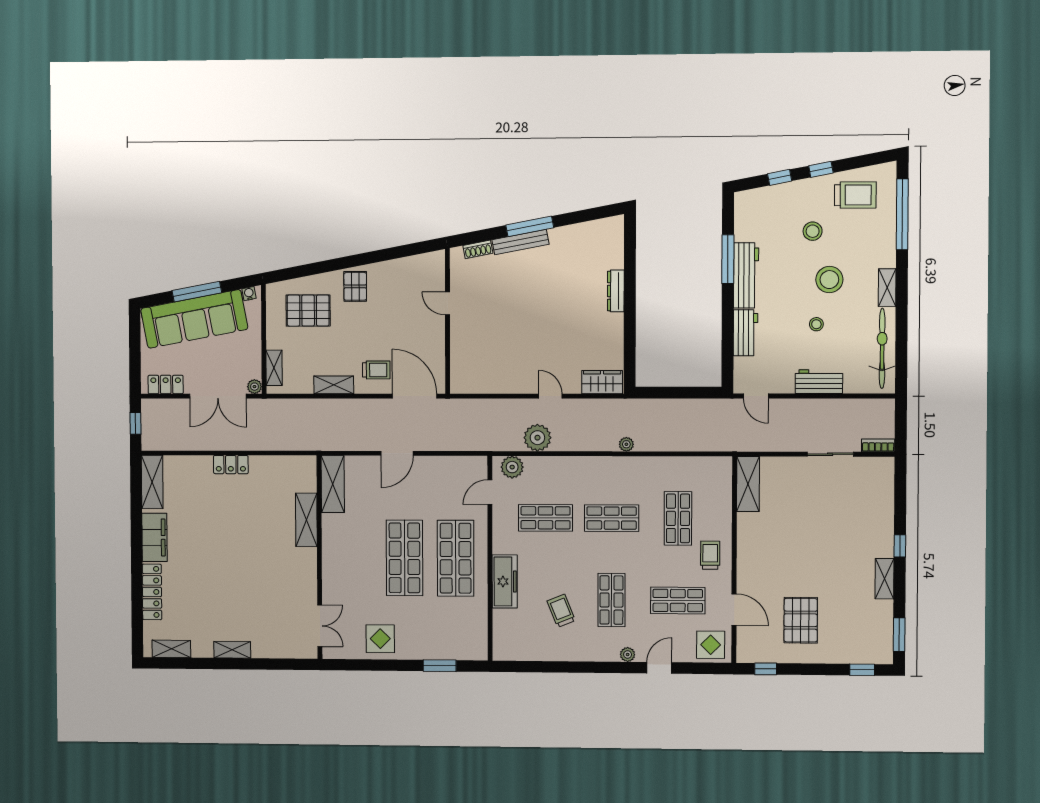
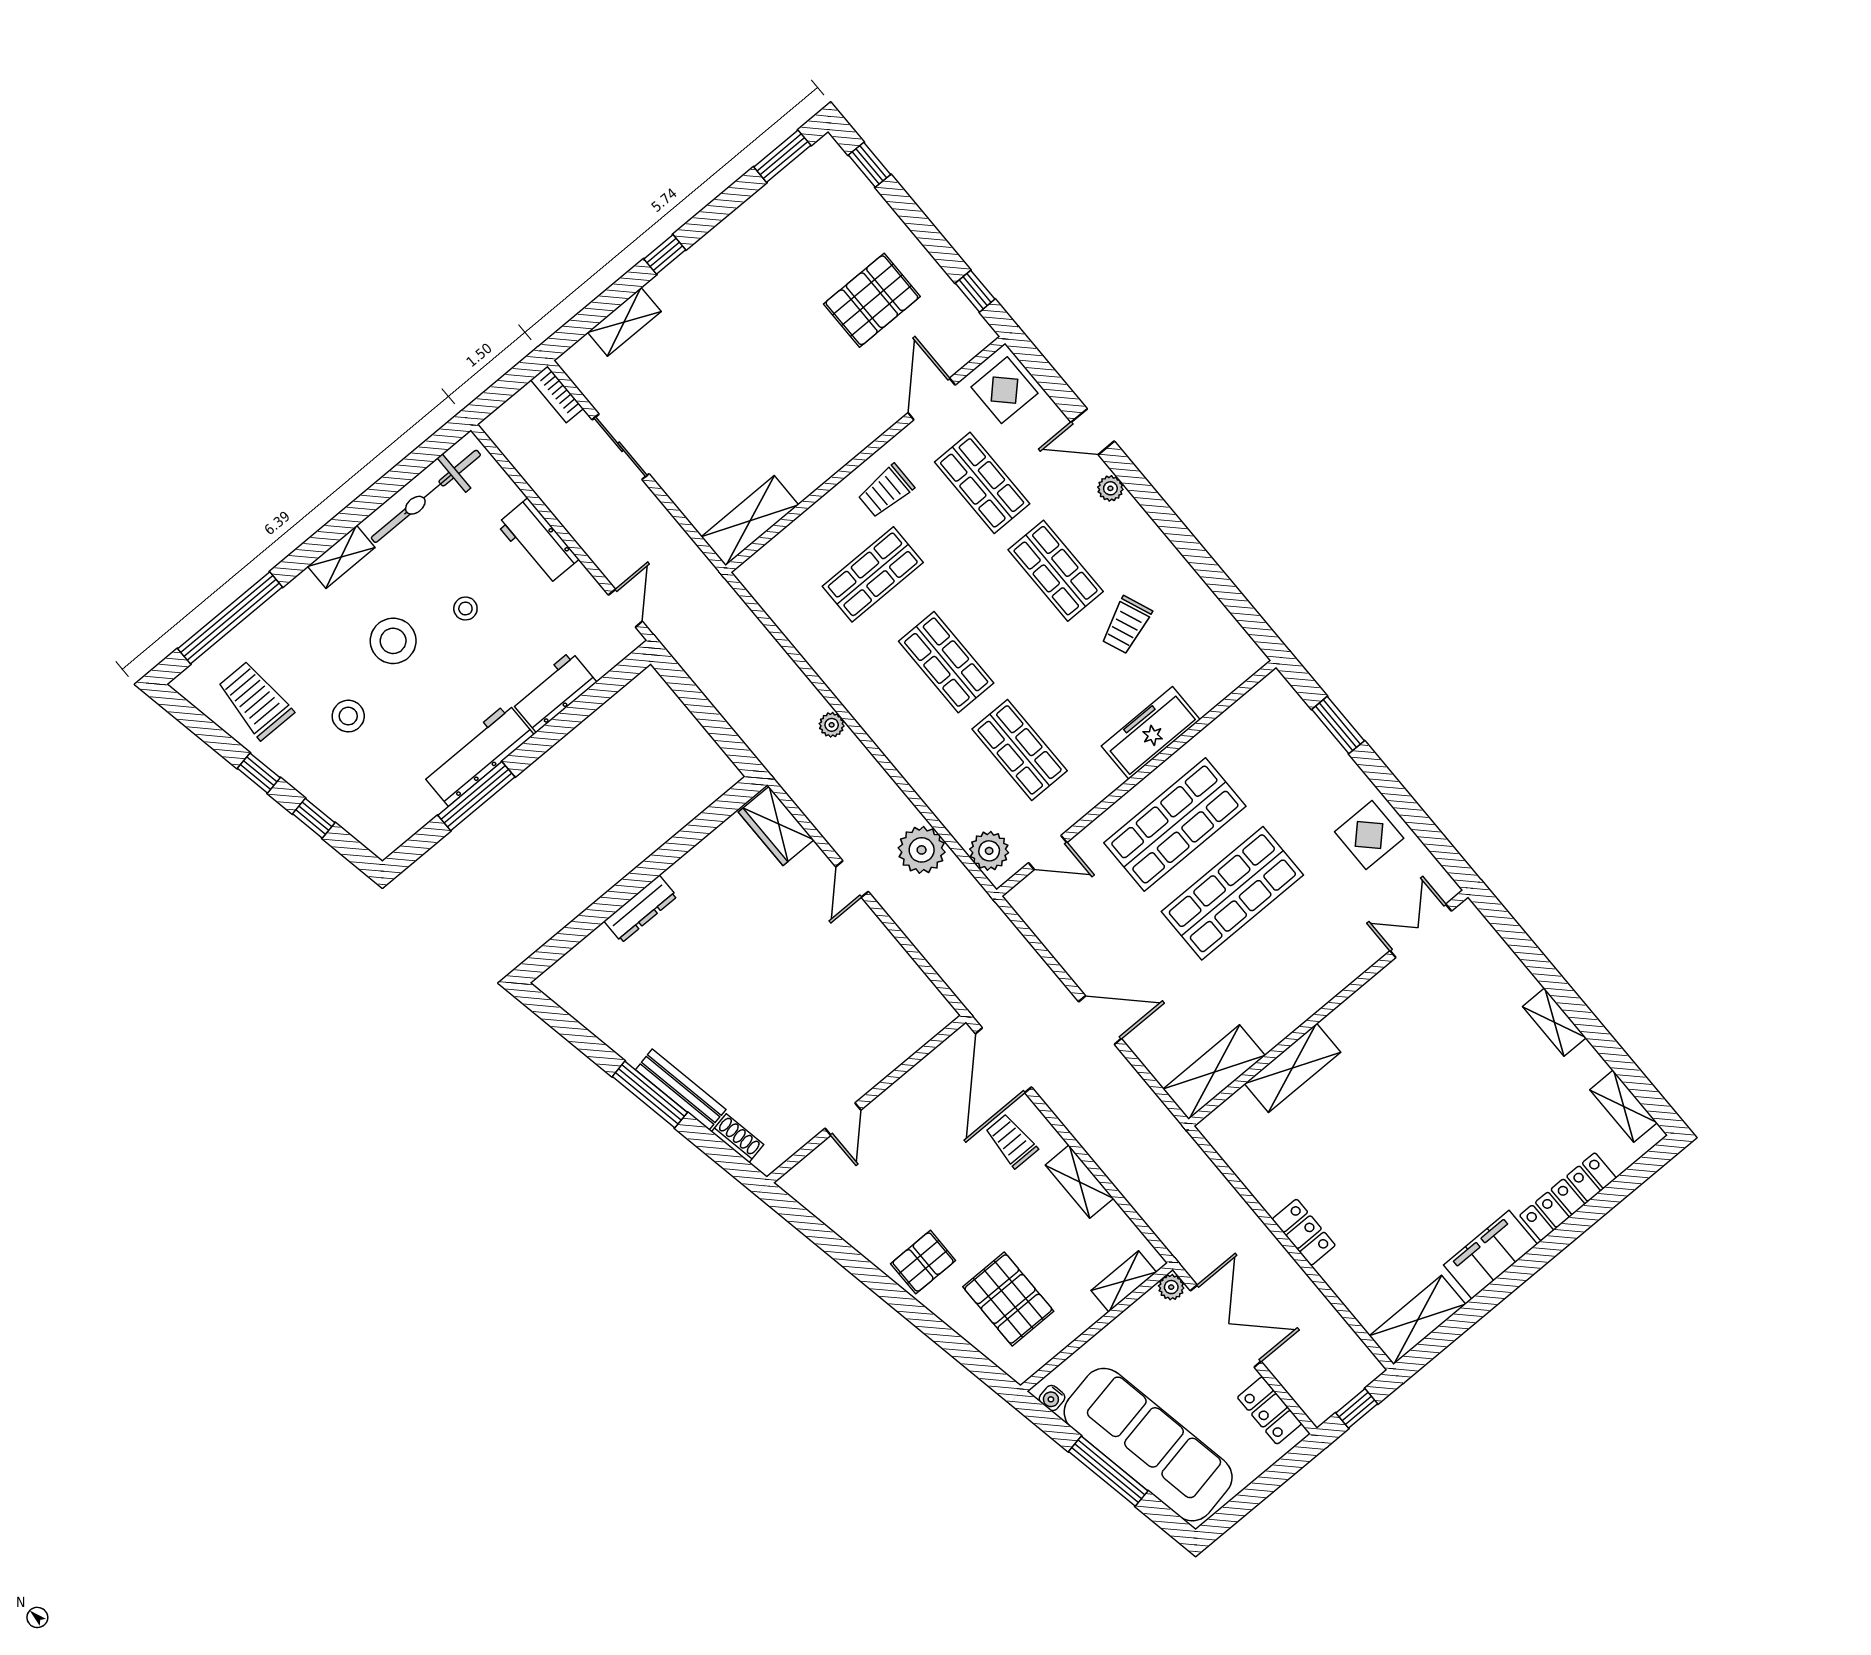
shelving: (884, 579) -> (624, 322), moved
shop shelf: (611, 600) -> (1056, 571), turned 90

